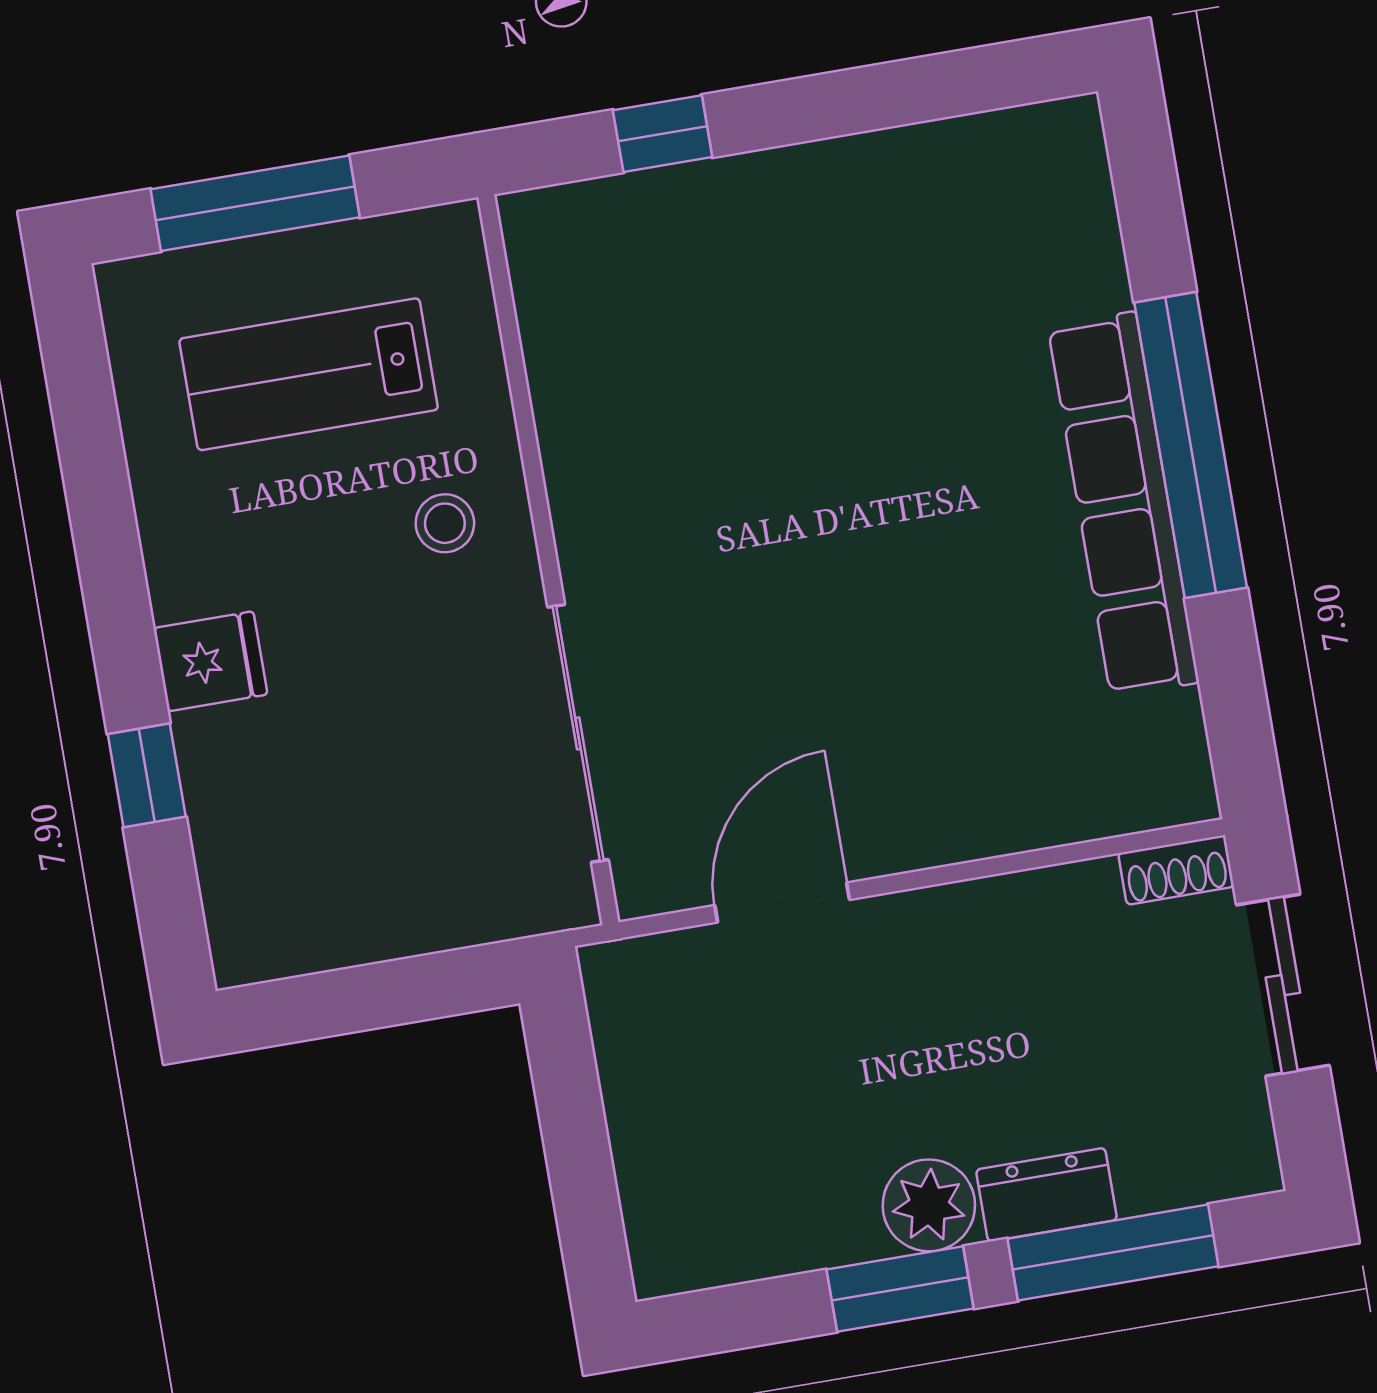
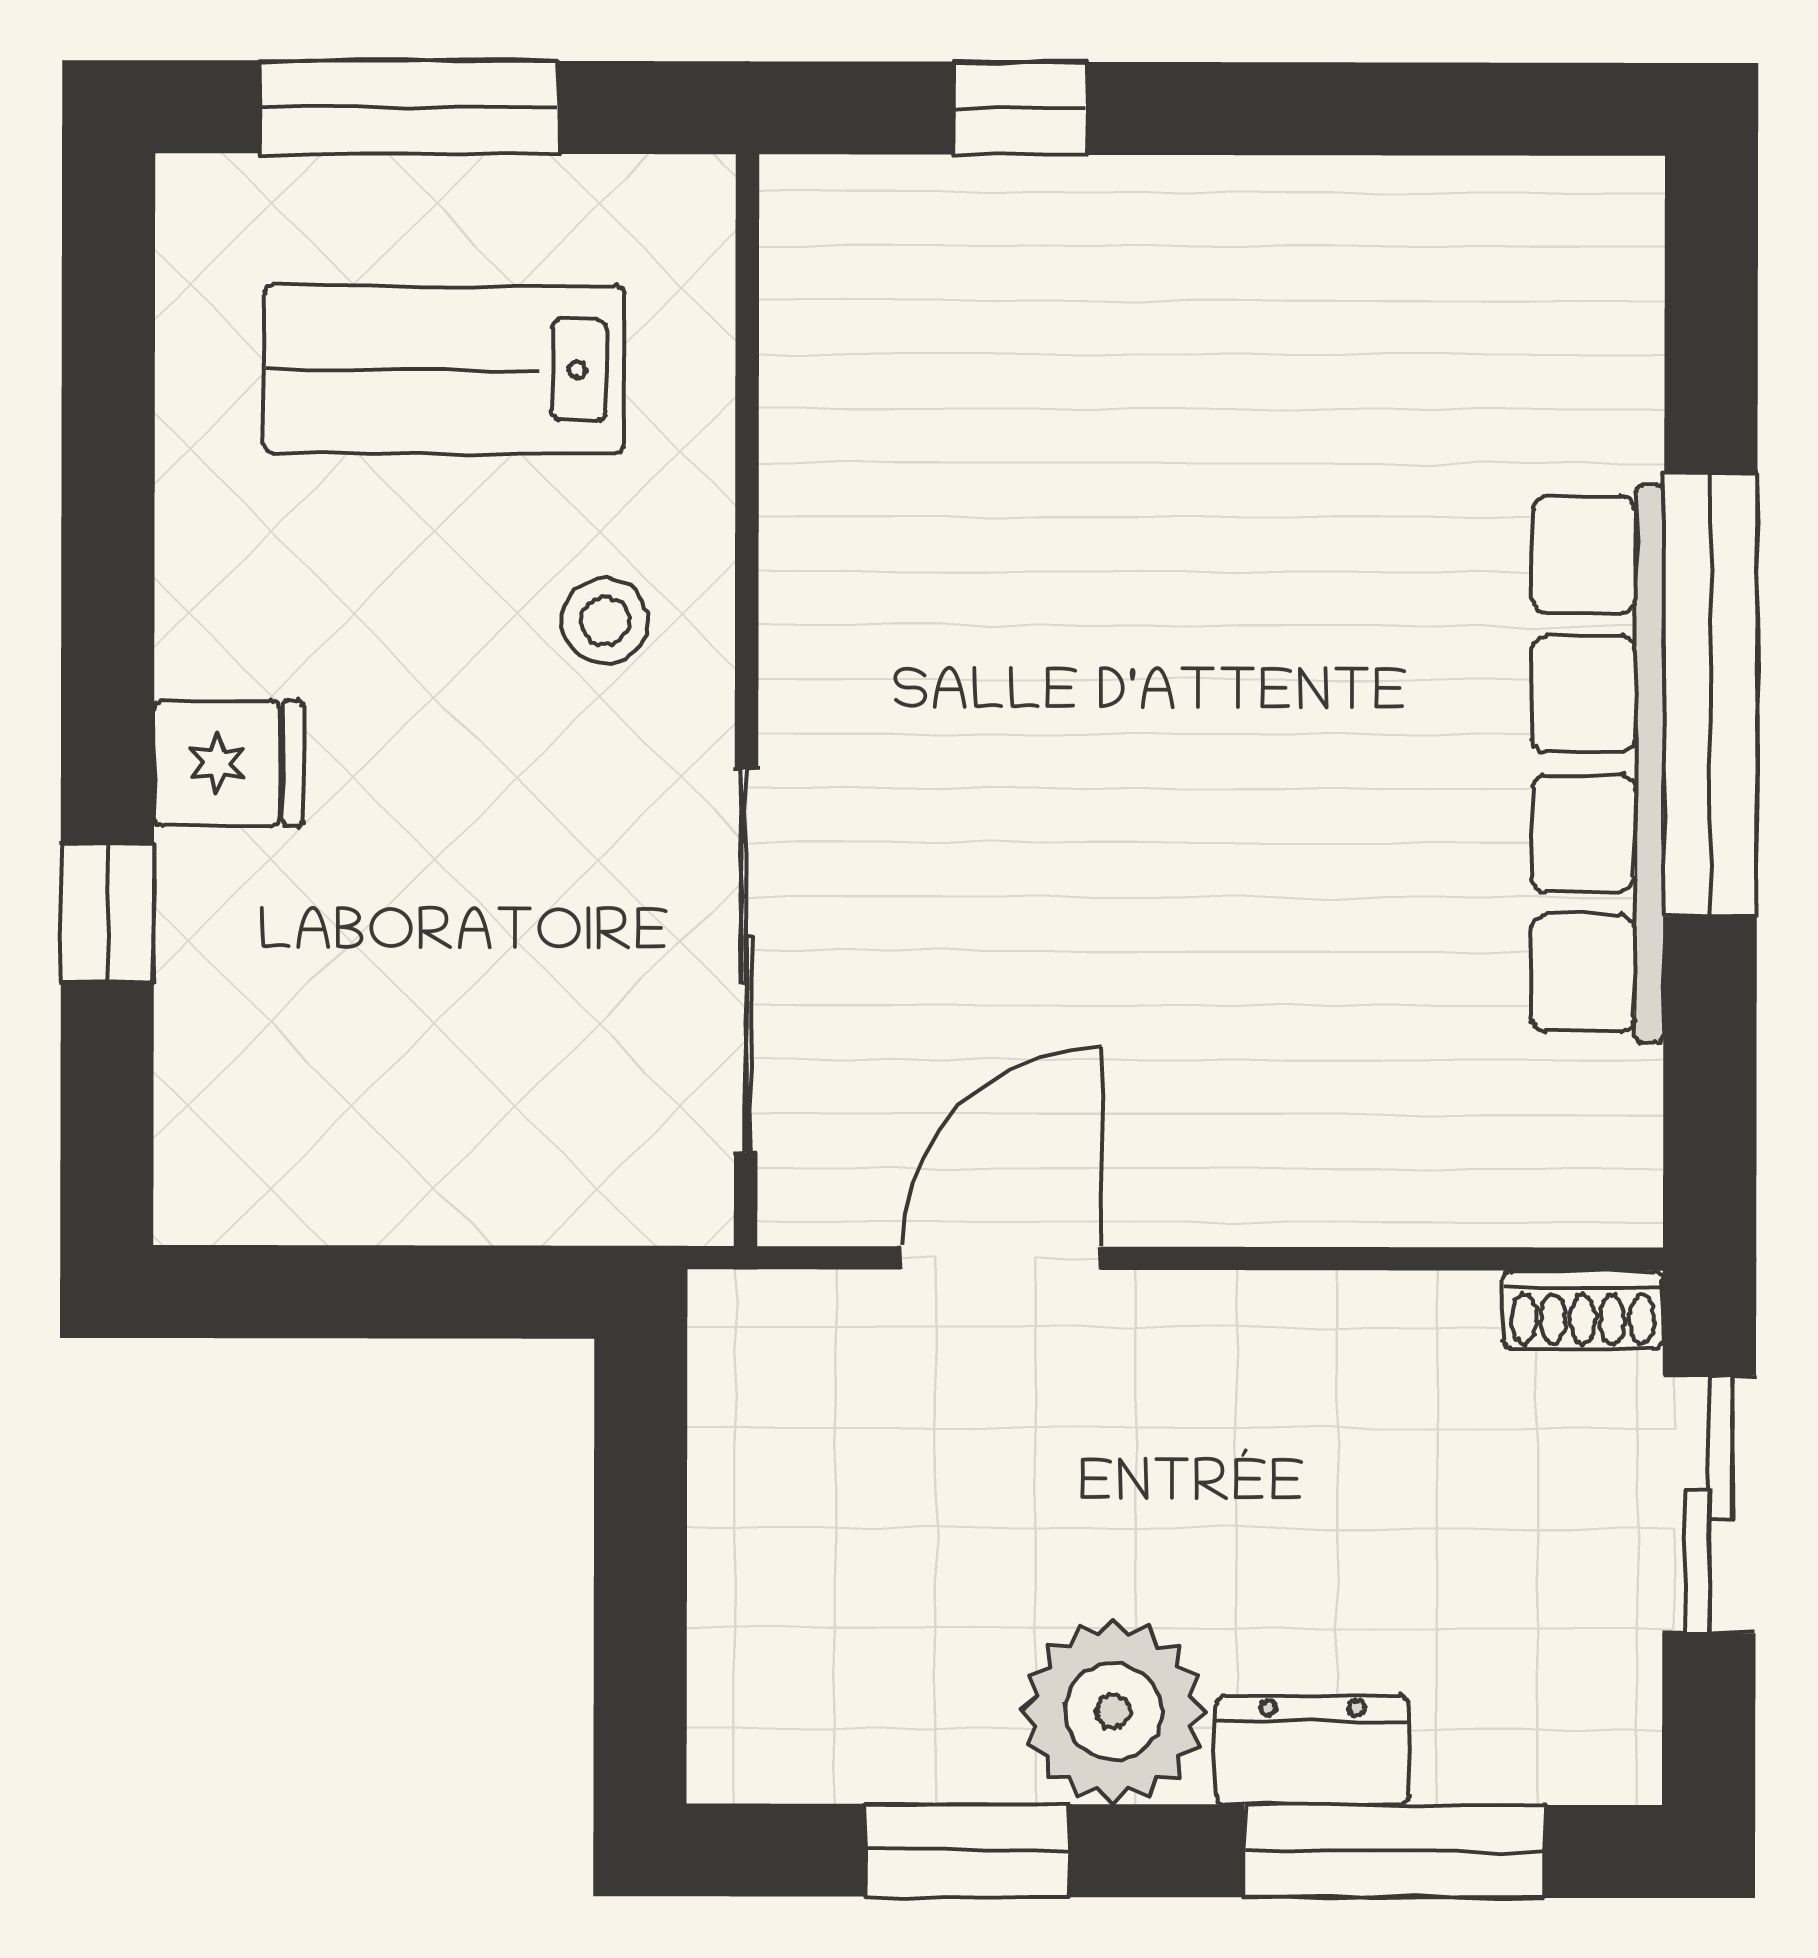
plant: (929, 1205) -> (1114, 1711), width x1.36, depth x1.36
window: (900, 1289) -> (968, 1850), moved

